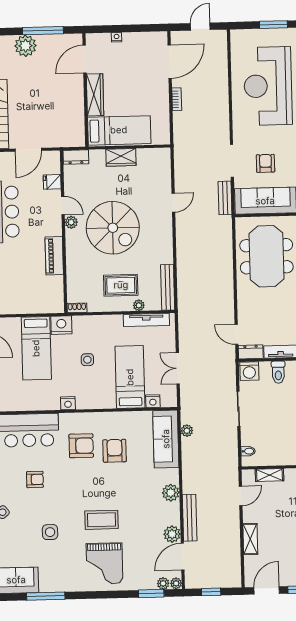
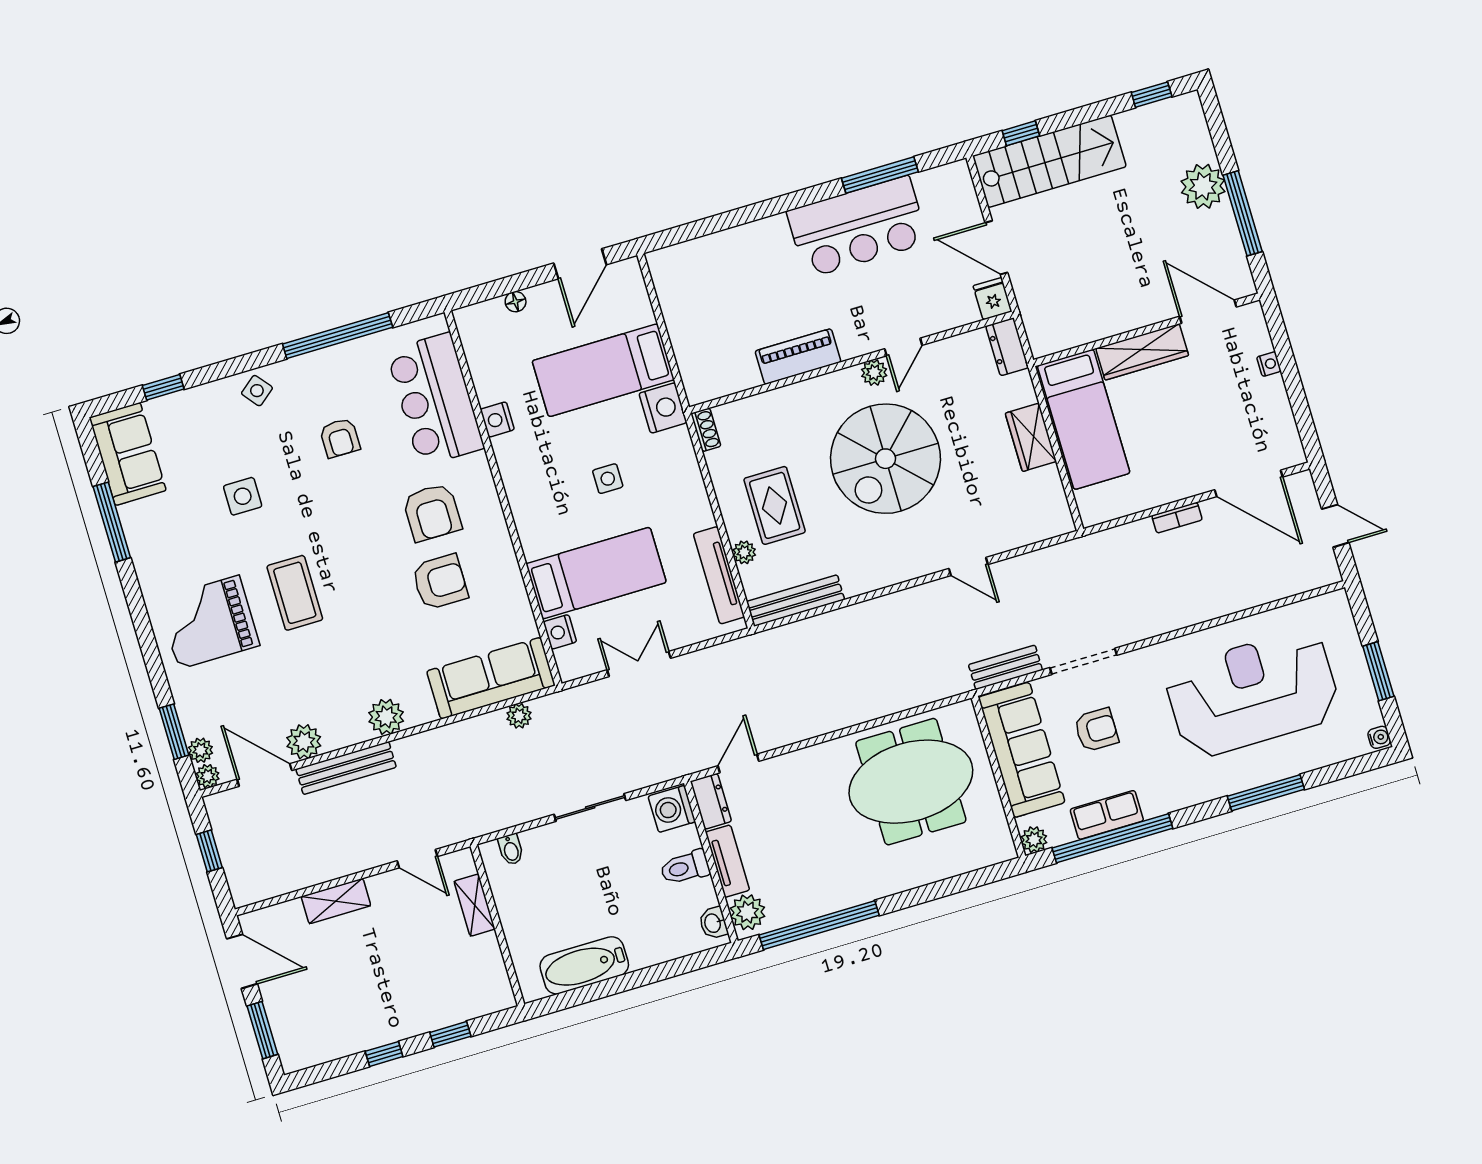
fridge: (52, 182) -> (993, 299), moved
nightstand: (68, 403) -> (497, 419), moved

